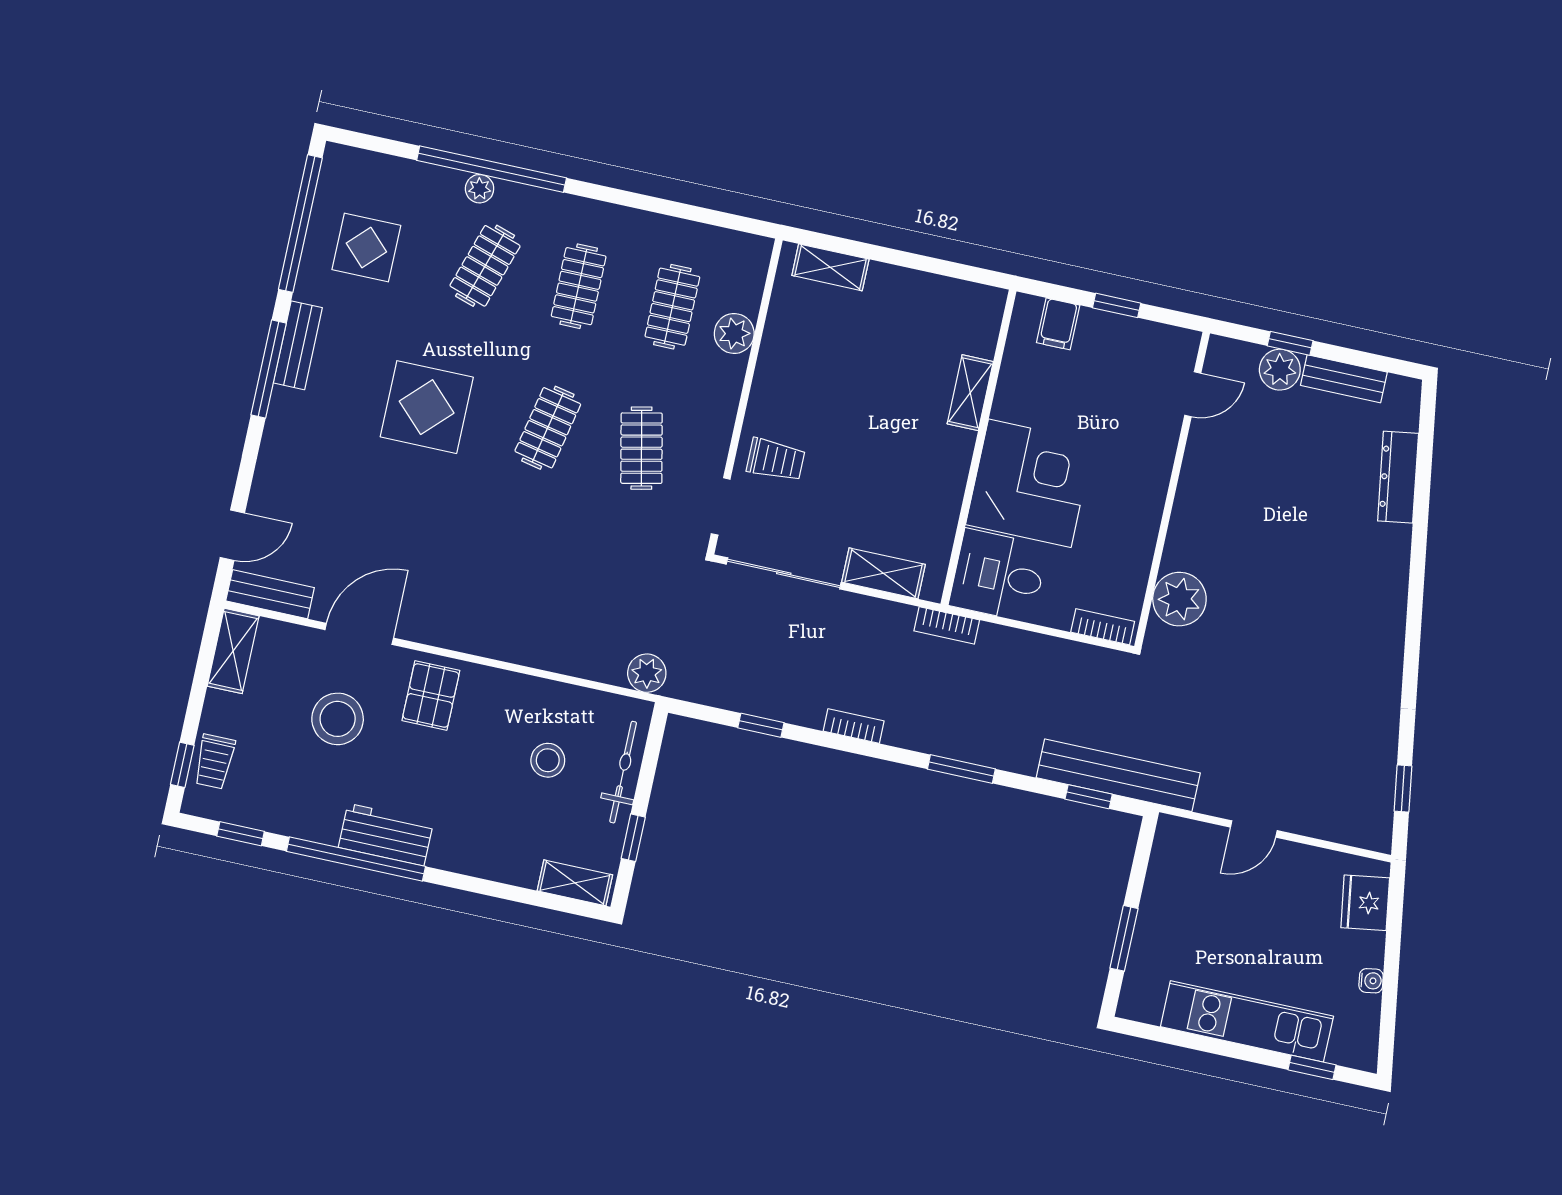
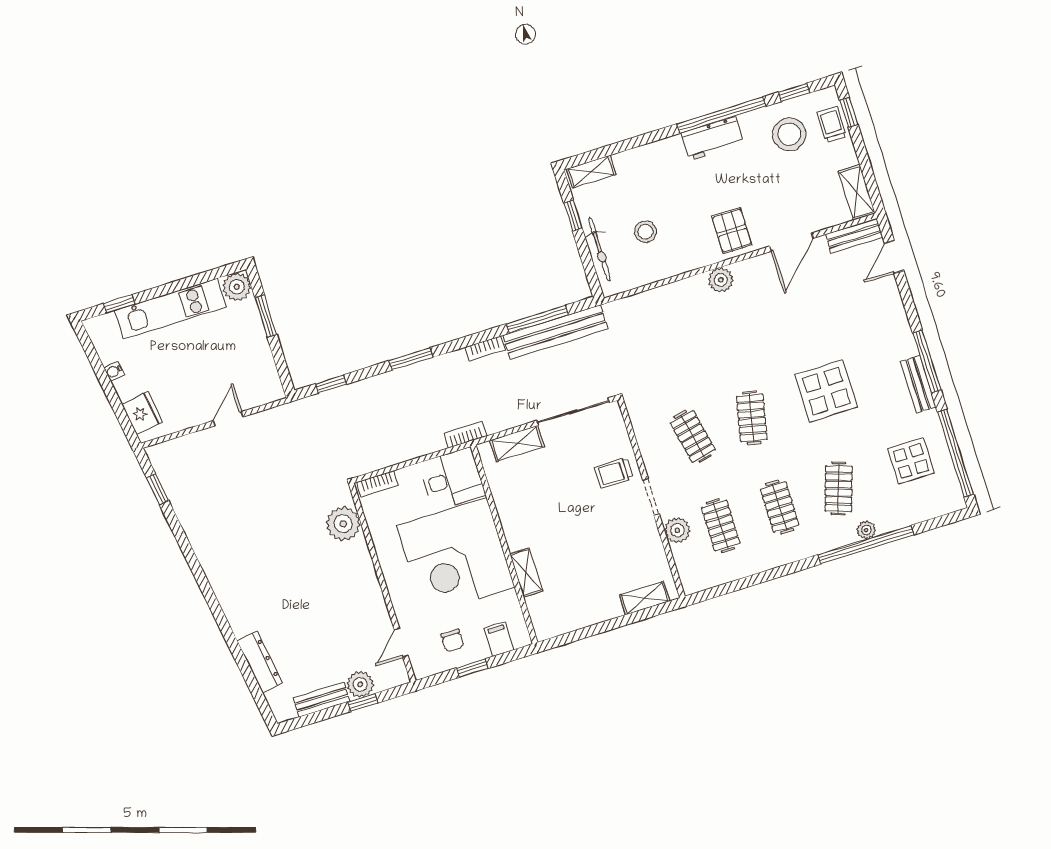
chair: (1122, 358) -> (452, 640), added
corner desk: (1030, 483) -> (456, 556), width x1.36, depth x1.36
doorway: (721, 506) -> (651, 497), moved
plant: (647, 673) -> (721, 280), moved
stool: (338, 719) -> (789, 134), moved
window: (761, 725) -> (537, 319), width x2.17
bench: (1118, 775) -> (555, 332), moved
plant: (1141, 1000) -> (237, 287), added

